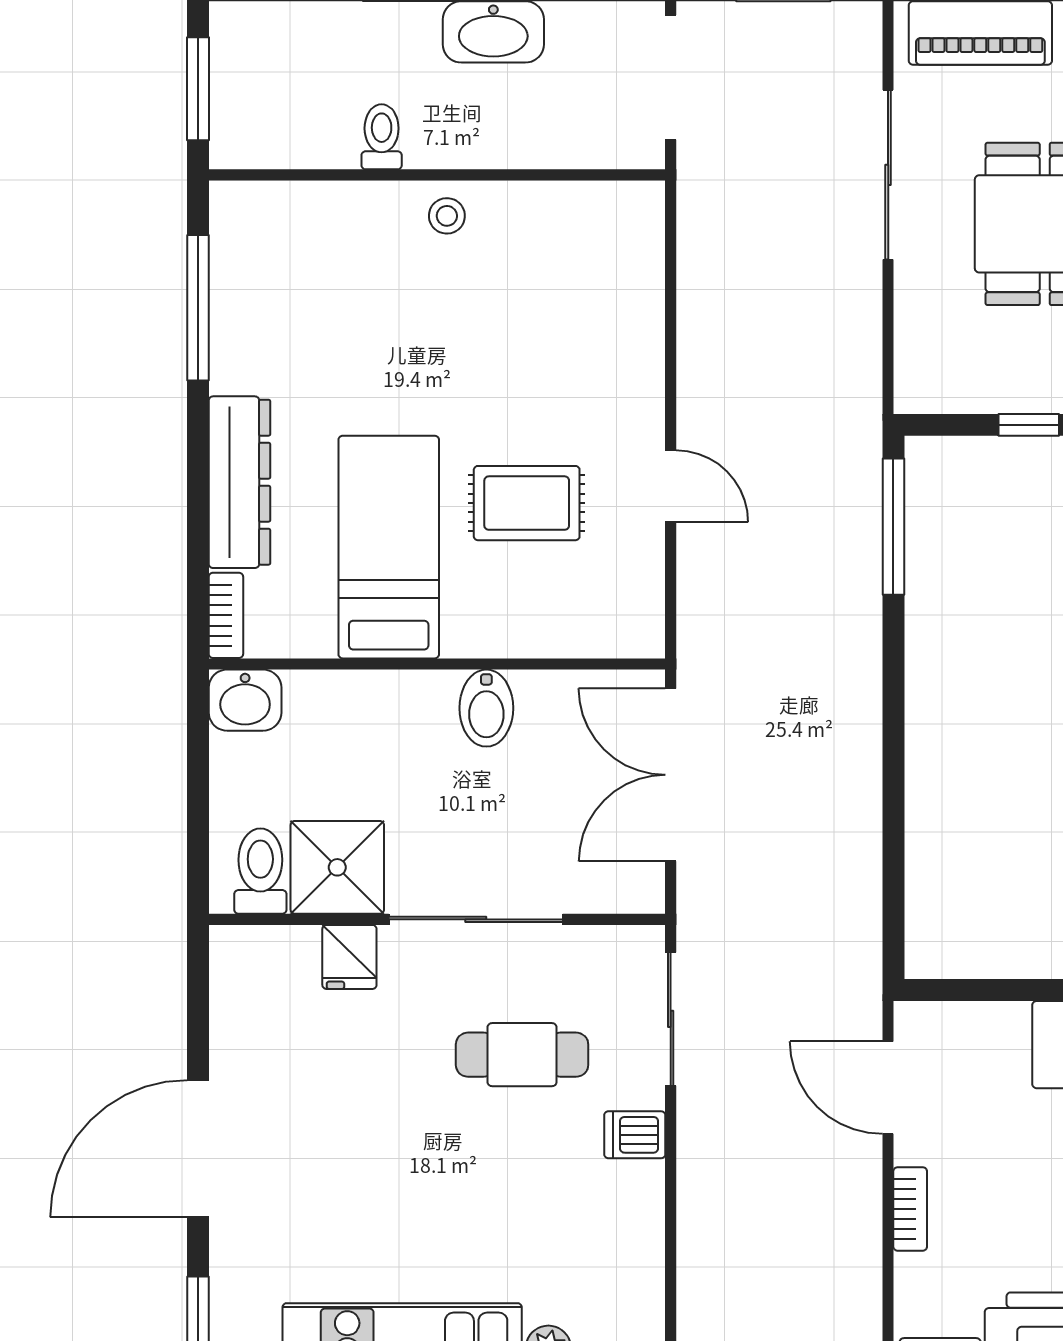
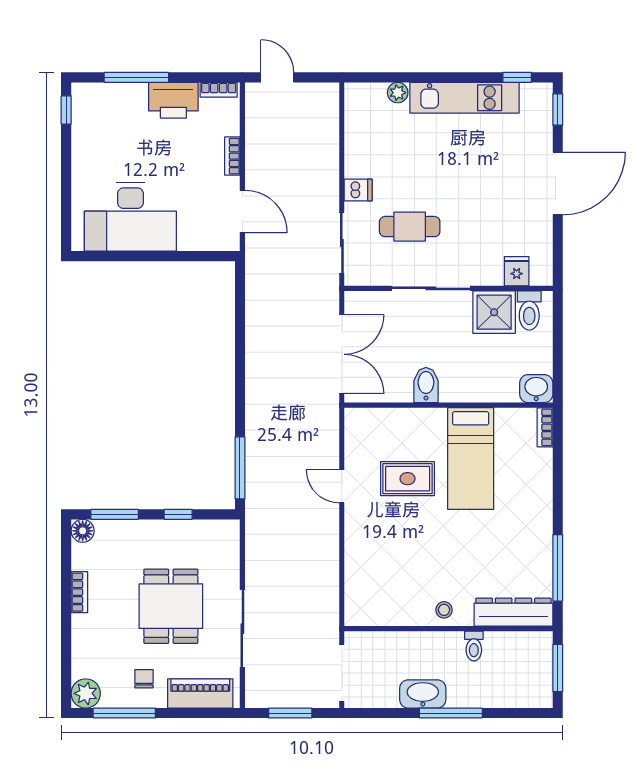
dresser: (239, 482) -> (514, 612), moved, turned 90
fridge: (349, 957) -> (517, 271), moved

